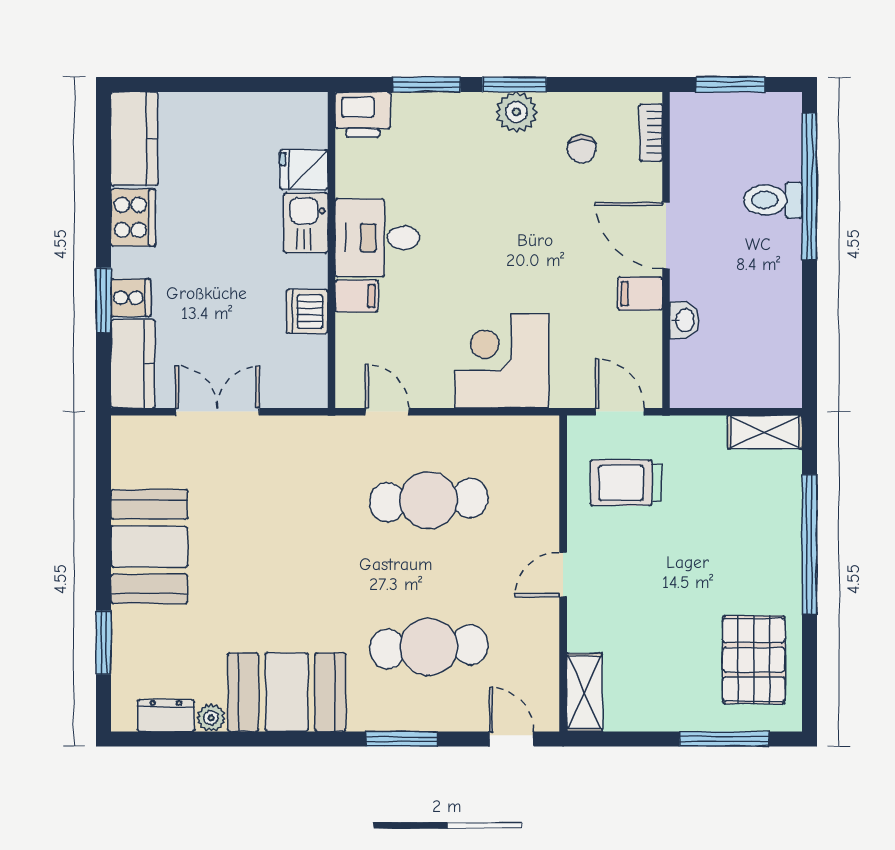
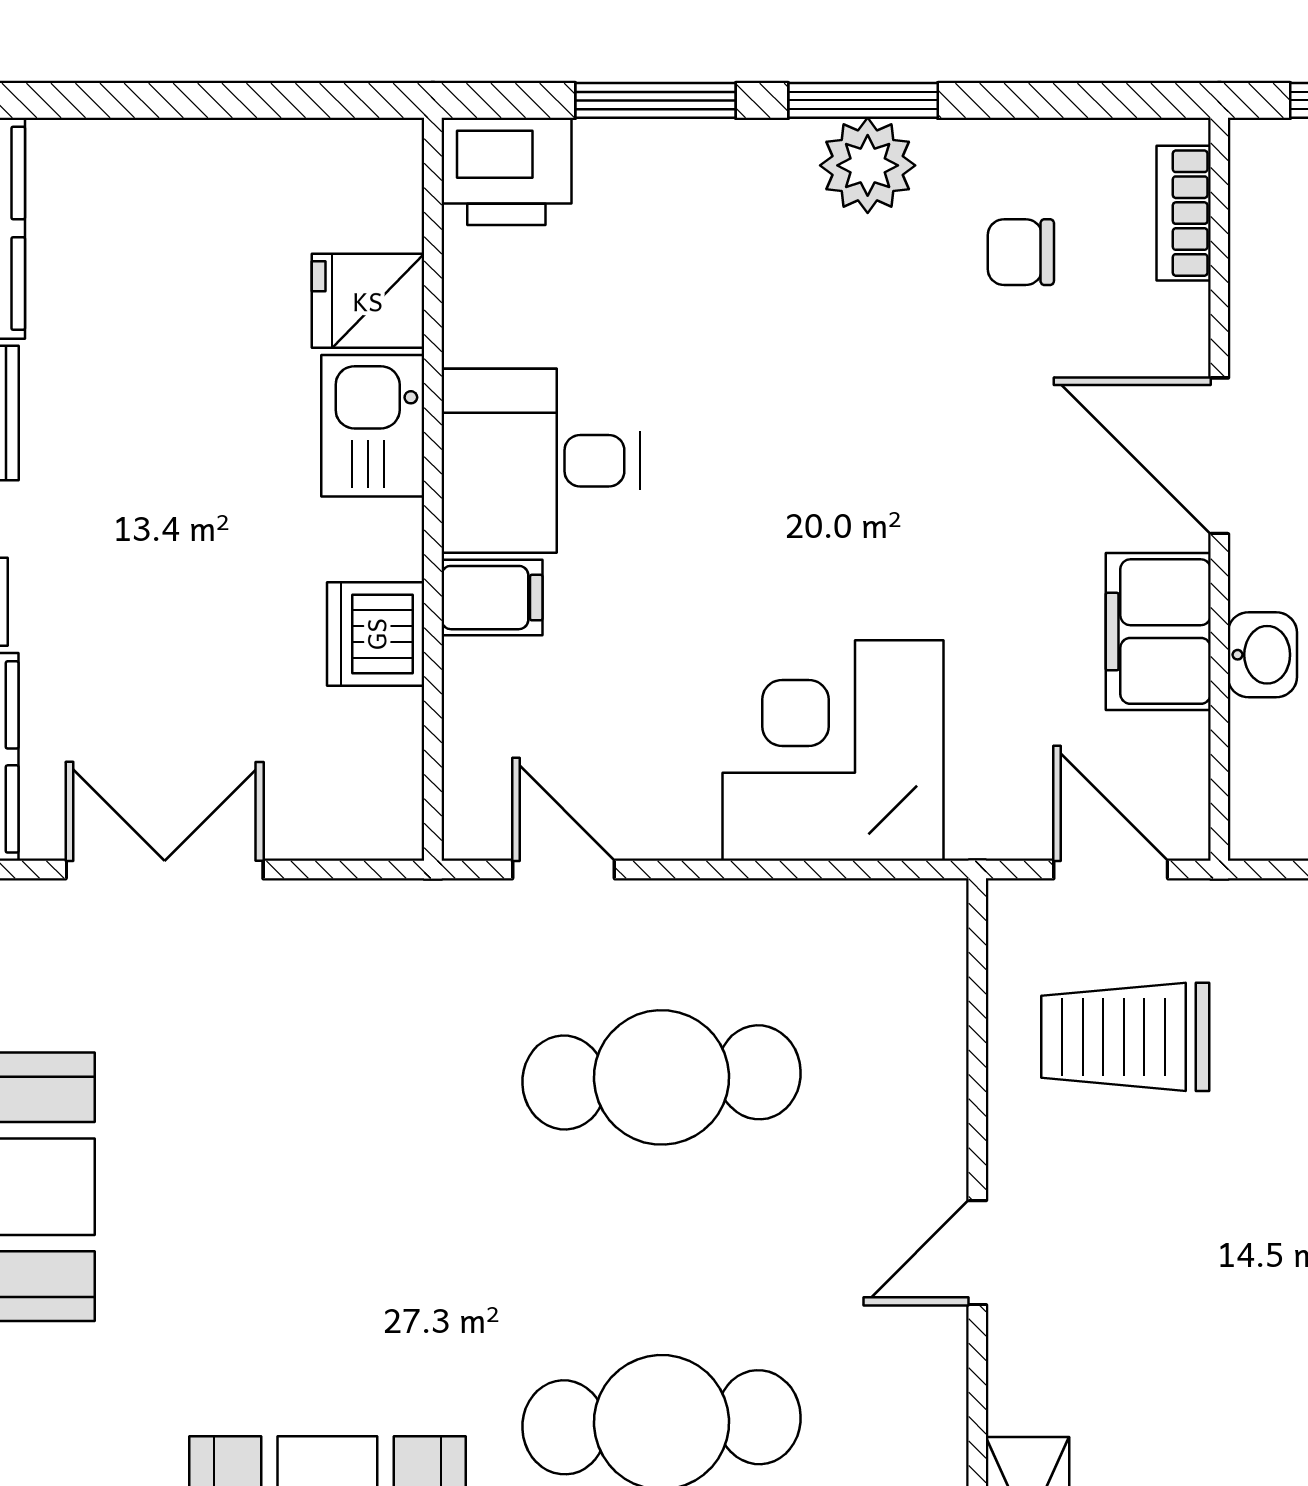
chair: (582, 149) -> (1021, 252), turned 90
filing cabinet: (640, 294) -> (1158, 632), width x2.00

